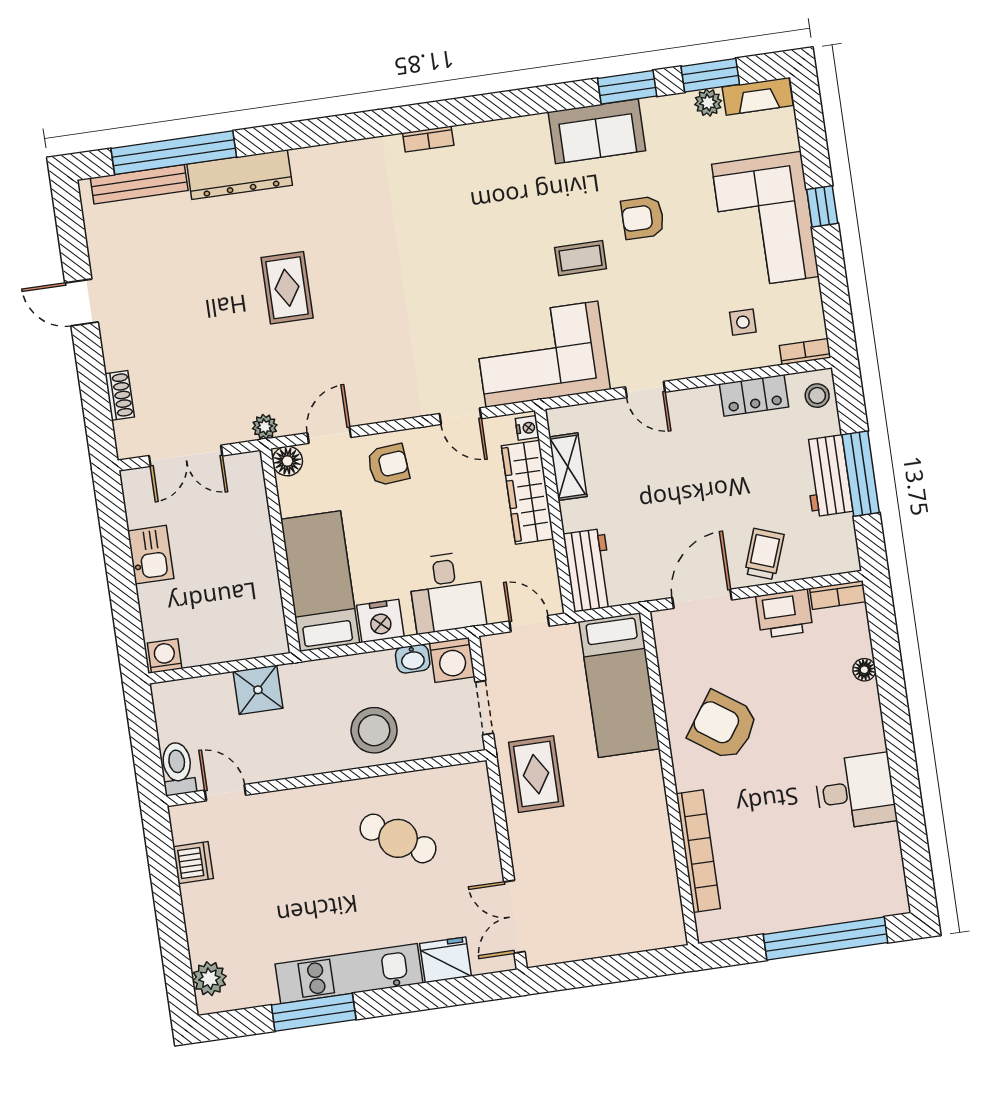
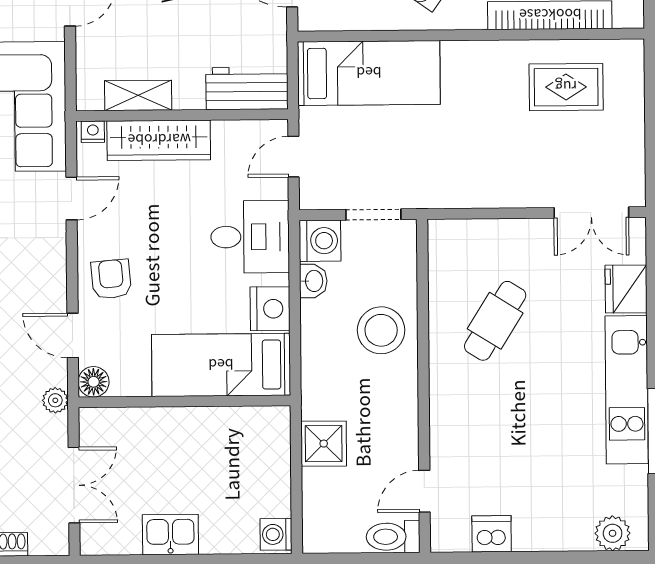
rug: (536, 774) -> (566, 87), moved

